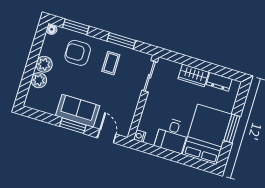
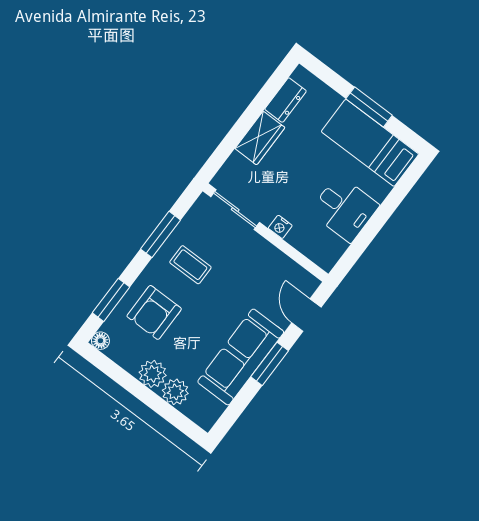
sofa: (78, 111) -> (241, 357), width x1.36
bed: (207, 134) -> (370, 143), width x0.67
door: (107, 136) -> (306, 315), hinge flipped
nightstand: (140, 136) -> (280, 227), moved

